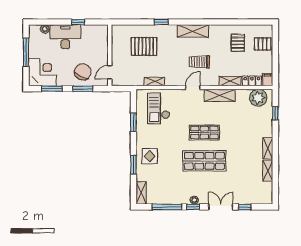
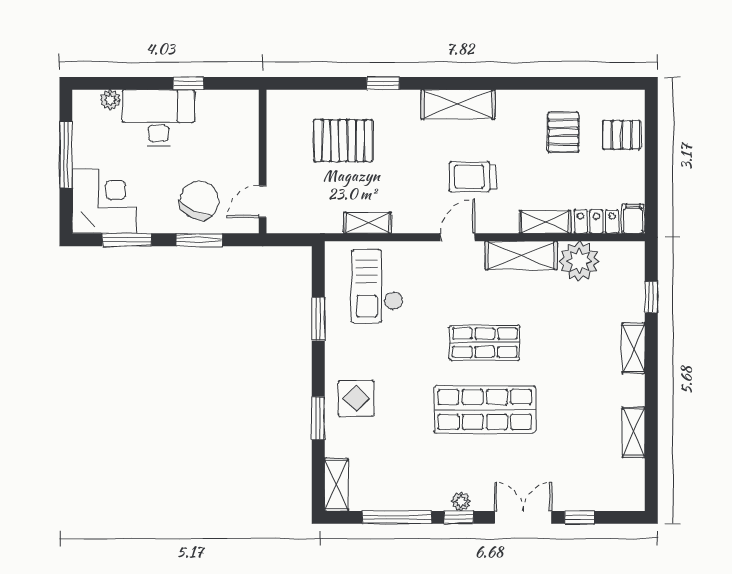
plant: (258, 98) -> (579, 261), moved
shelving: (268, 148) -> (634, 348), moved

